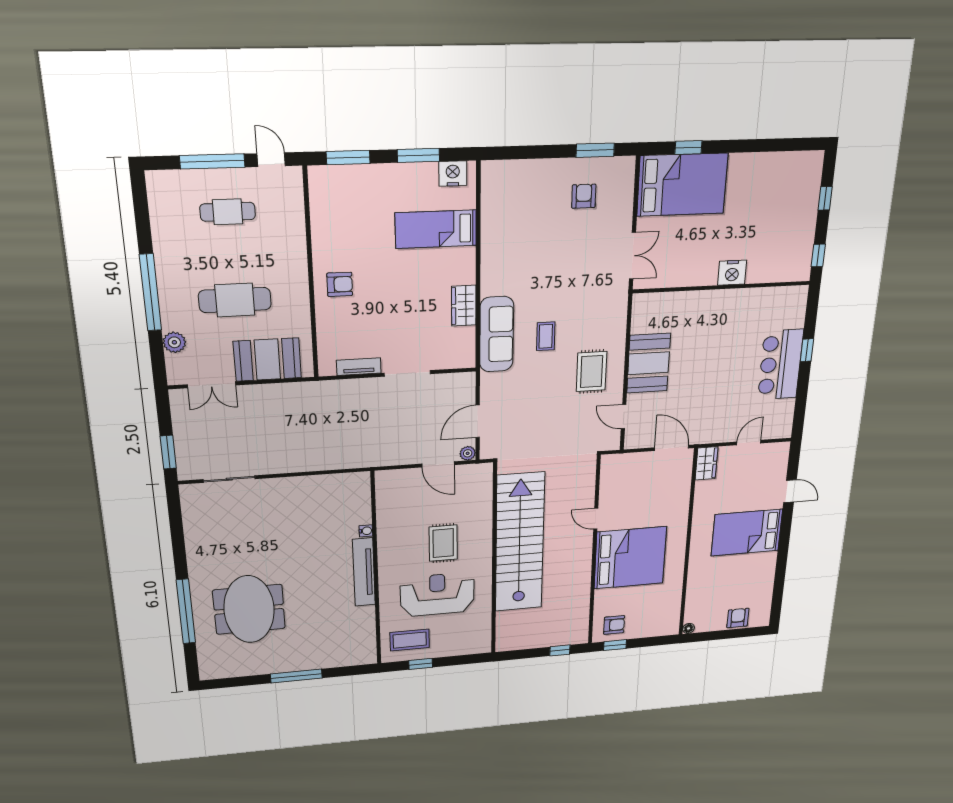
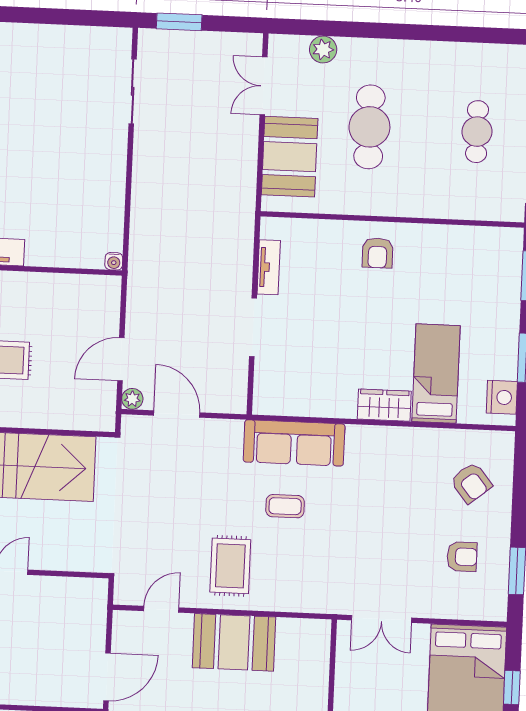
armchair: (524, 193) -> (471, 483), added
window: (150, 293) -> (388, 31), removed
wardrobe: (464, 306) -> (384, 405), moved
rug: (592, 372) -> (230, 566), turned 90
water cooler: (366, 531) -> (114, 261), moved

